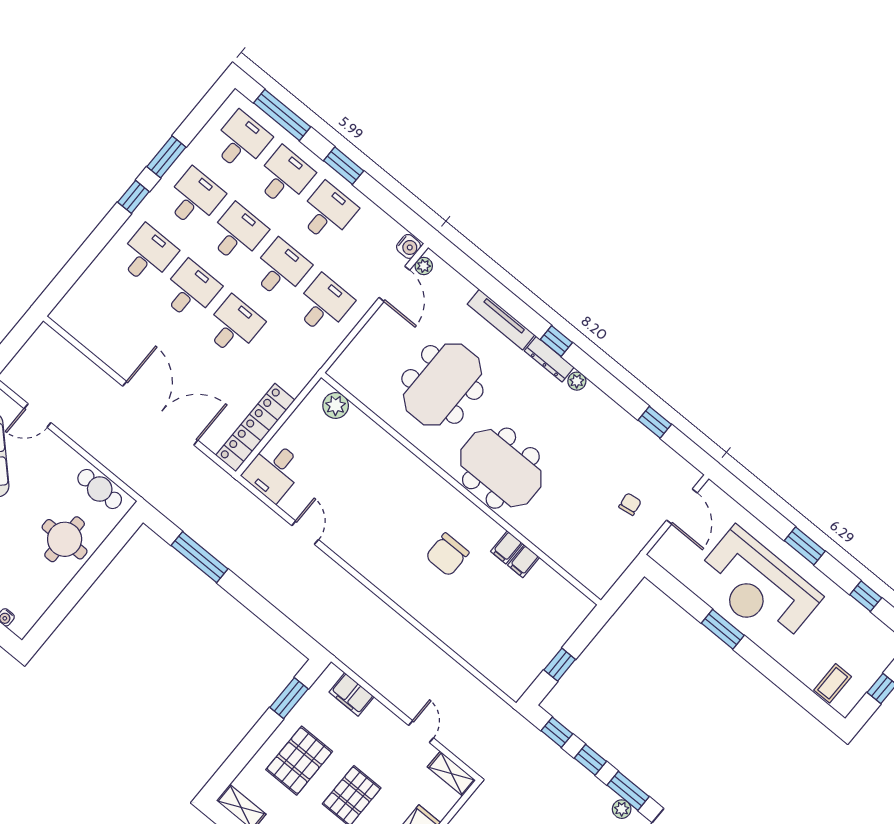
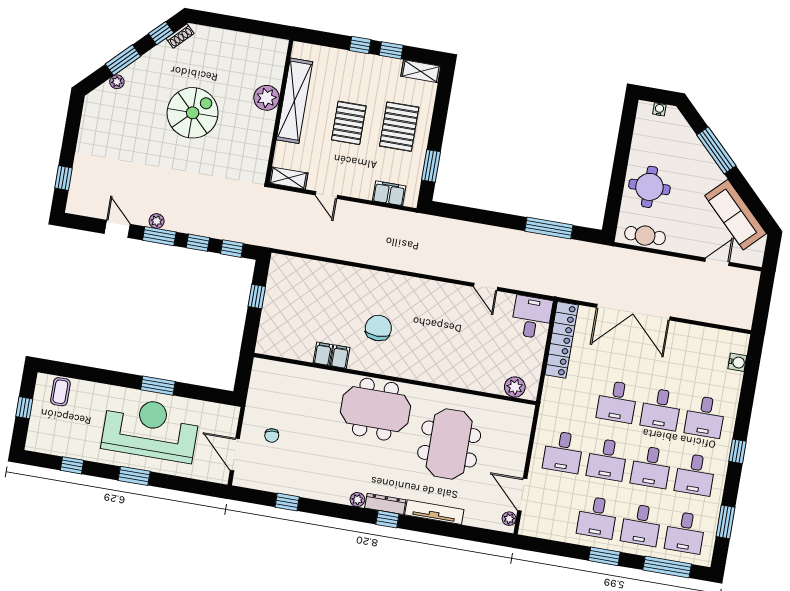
window: (166, 157) -> (725, 522), moved
water cooler: (409, 246) -> (737, 362), moved, turned 180

